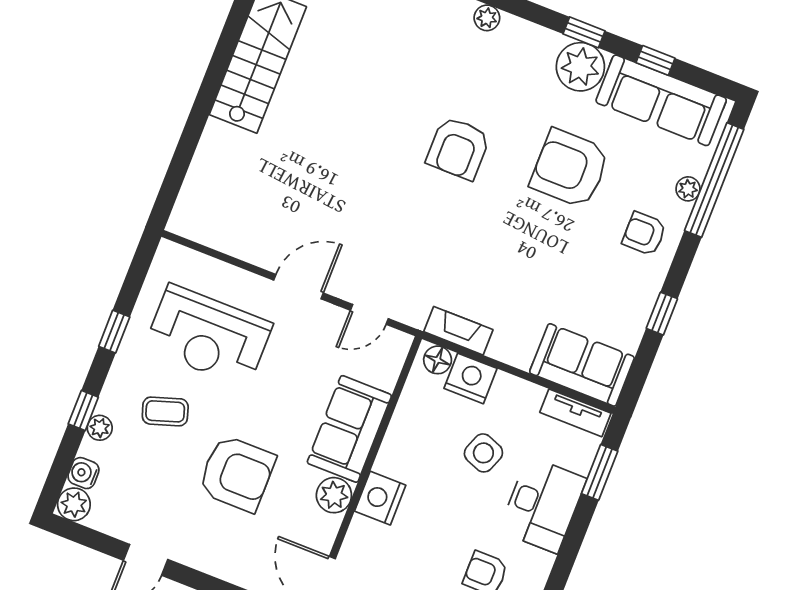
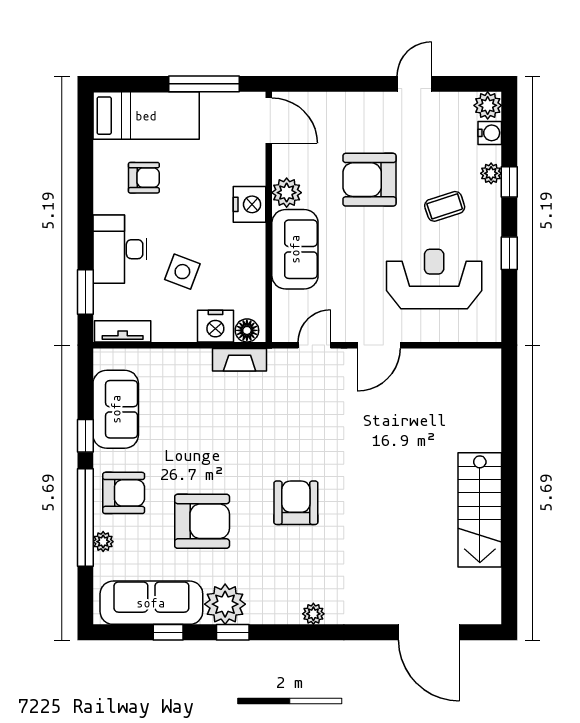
window: (714, 180) -> (85, 517), moved
armchair: (644, 234) -> (124, 493), width x1.38, depth x1.38
sofa: (582, 365) -> (116, 409), moved, turned -90

